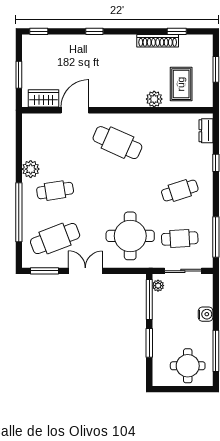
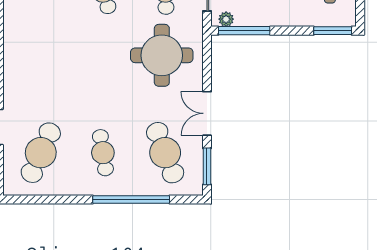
cafe table: (117, 143) -> (41, 153), moved
plant: (31, 169) -> (75, 184), removed
window: (149, 343) -> (333, 31), moved

